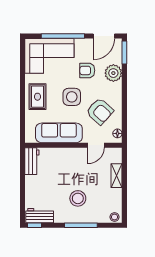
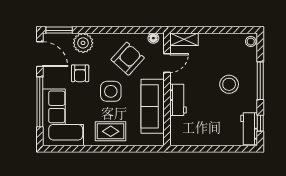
door: (96, 145) -> (167, 63), hinge flipped
workbench: (32, 161) -> (178, 100), moved, turned 90
shelving: (117, 176) -> (184, 39), moved
window: (34, 225) -> (260, 123), moved

